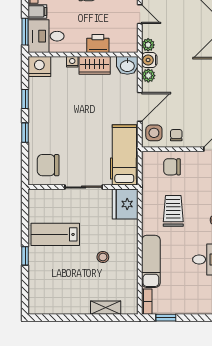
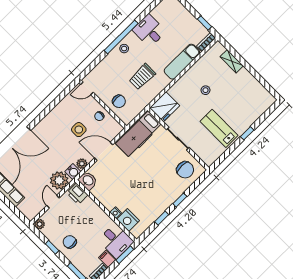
printer: (98, 44) -> (77, 194), moved
plant: (148, 45) -> (59, 180), width x1.87, depth x1.87
wardrobe: (95, 65) -> (106, 198), removed
nightstand: (39, 67) -> (128, 220), moved
side table: (154, 133) -> (79, 130), moved
lab bench: (55, 234) -> (219, 128), turned 180

